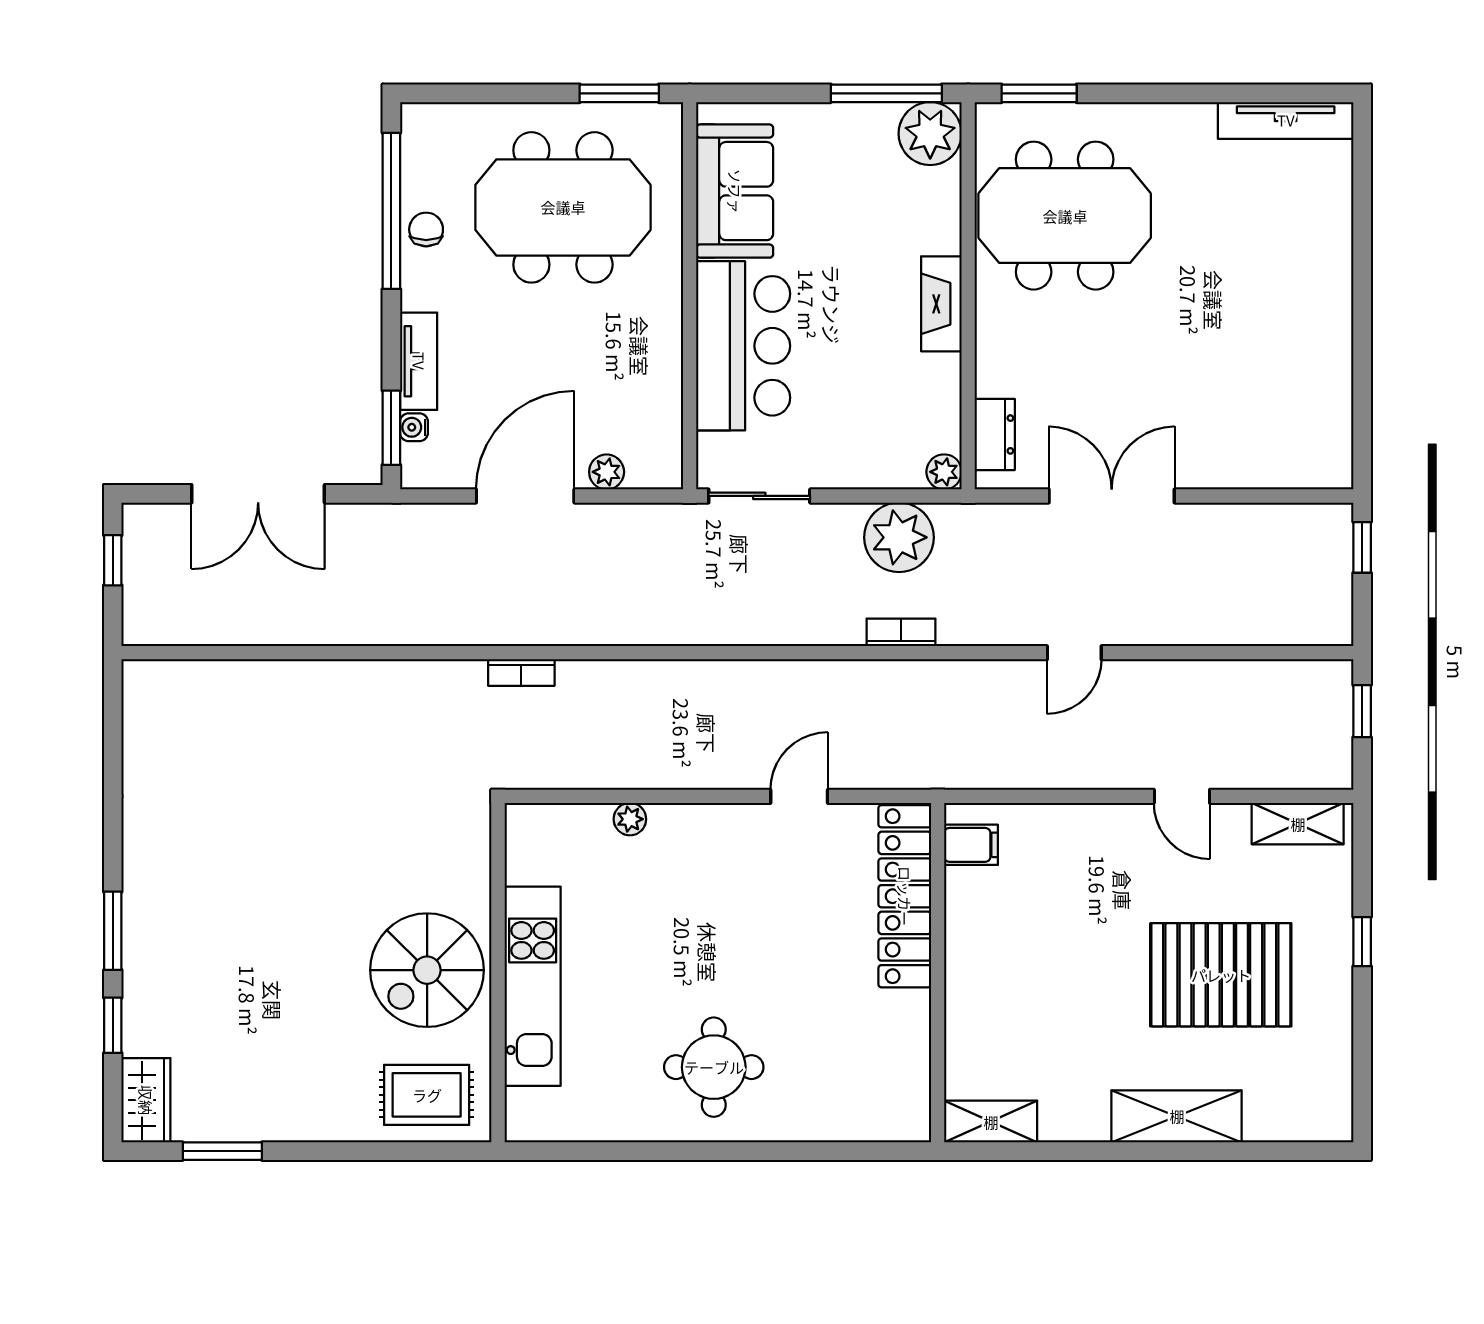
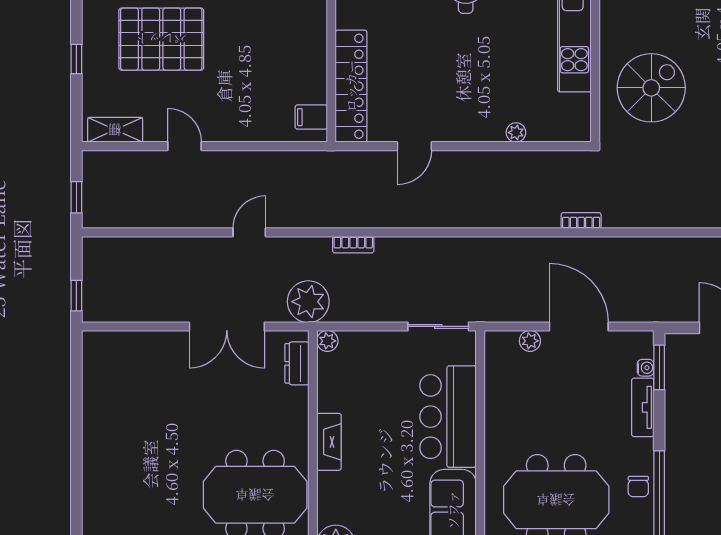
door: (525, 496) -> (579, 326), swing flipped
plant: (899, 537) -> (308, 302), moved
spiral stairs: (427, 970) -> (651, 88), moved

